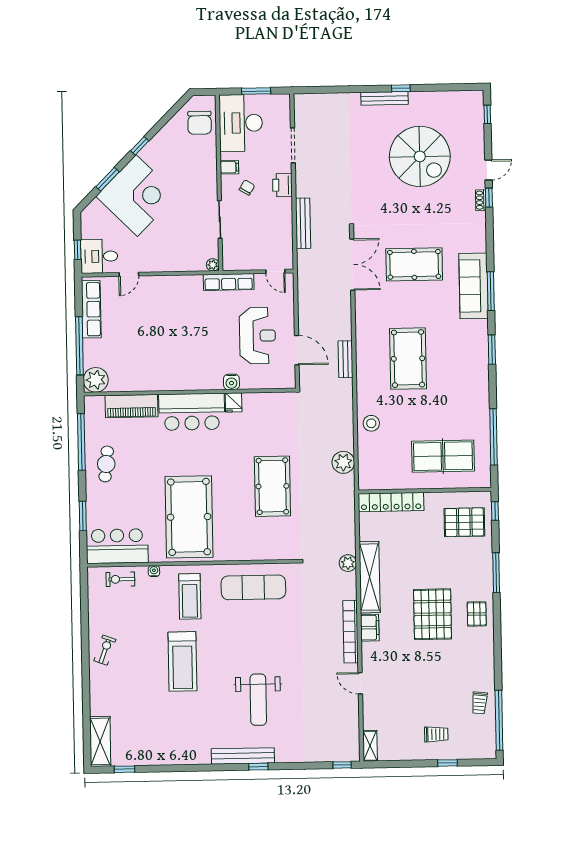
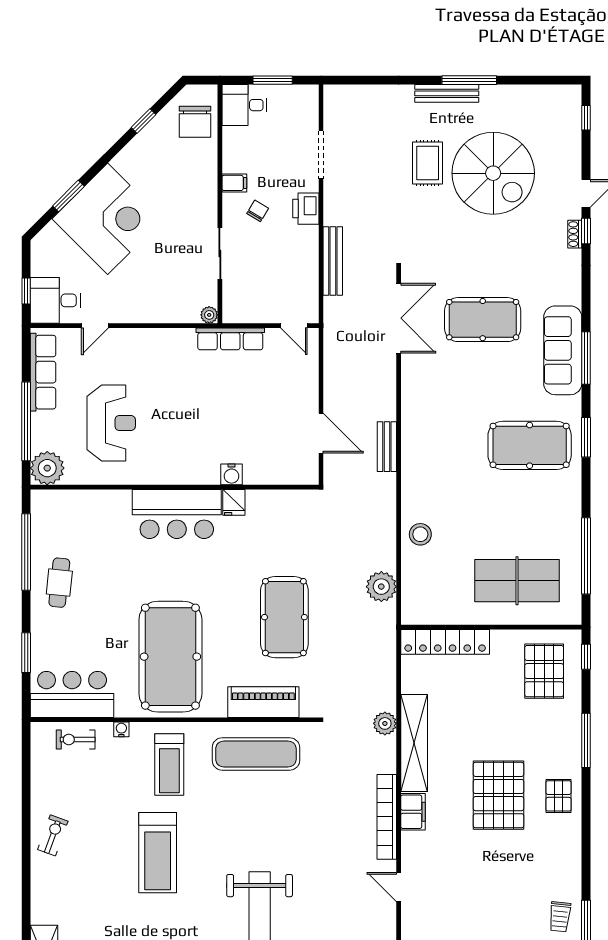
window: (401, 88) -> (469, 80), width x2.17
desk: (241, 123) -> (244, 105), width x0.53, depth x0.77
window: (140, 146) -> (144, 121), moved
rug: (371, 150) -> (428, 163), added
reception desk: (257, 336) -> (111, 423), moved
pool table: (408, 359) -> (530, 445), moved, turned 90
piano: (131, 406) -> (263, 702), moved, turned 180
pallet: (464, 522) -> (544, 671), turned 90

